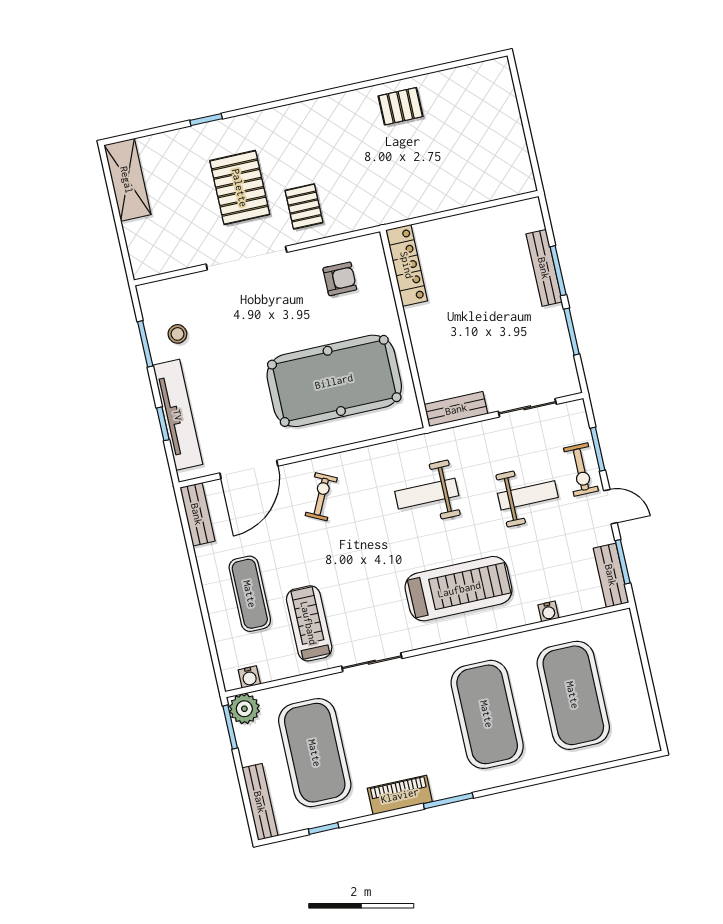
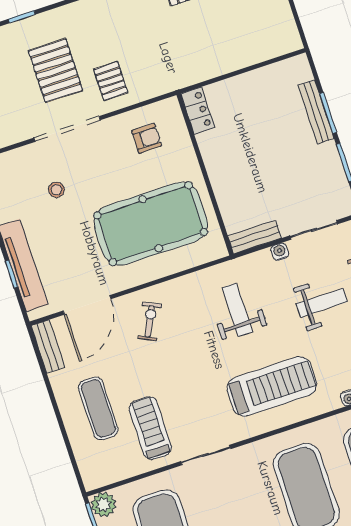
locker: (407, 265) -> (198, 111), width x0.66
stool: (177, 334) -> (56, 190), moved
weight bench: (427, 494) -> (237, 310), turned 90
water cooler: (249, 677) -> (280, 252), moved, turned 180

